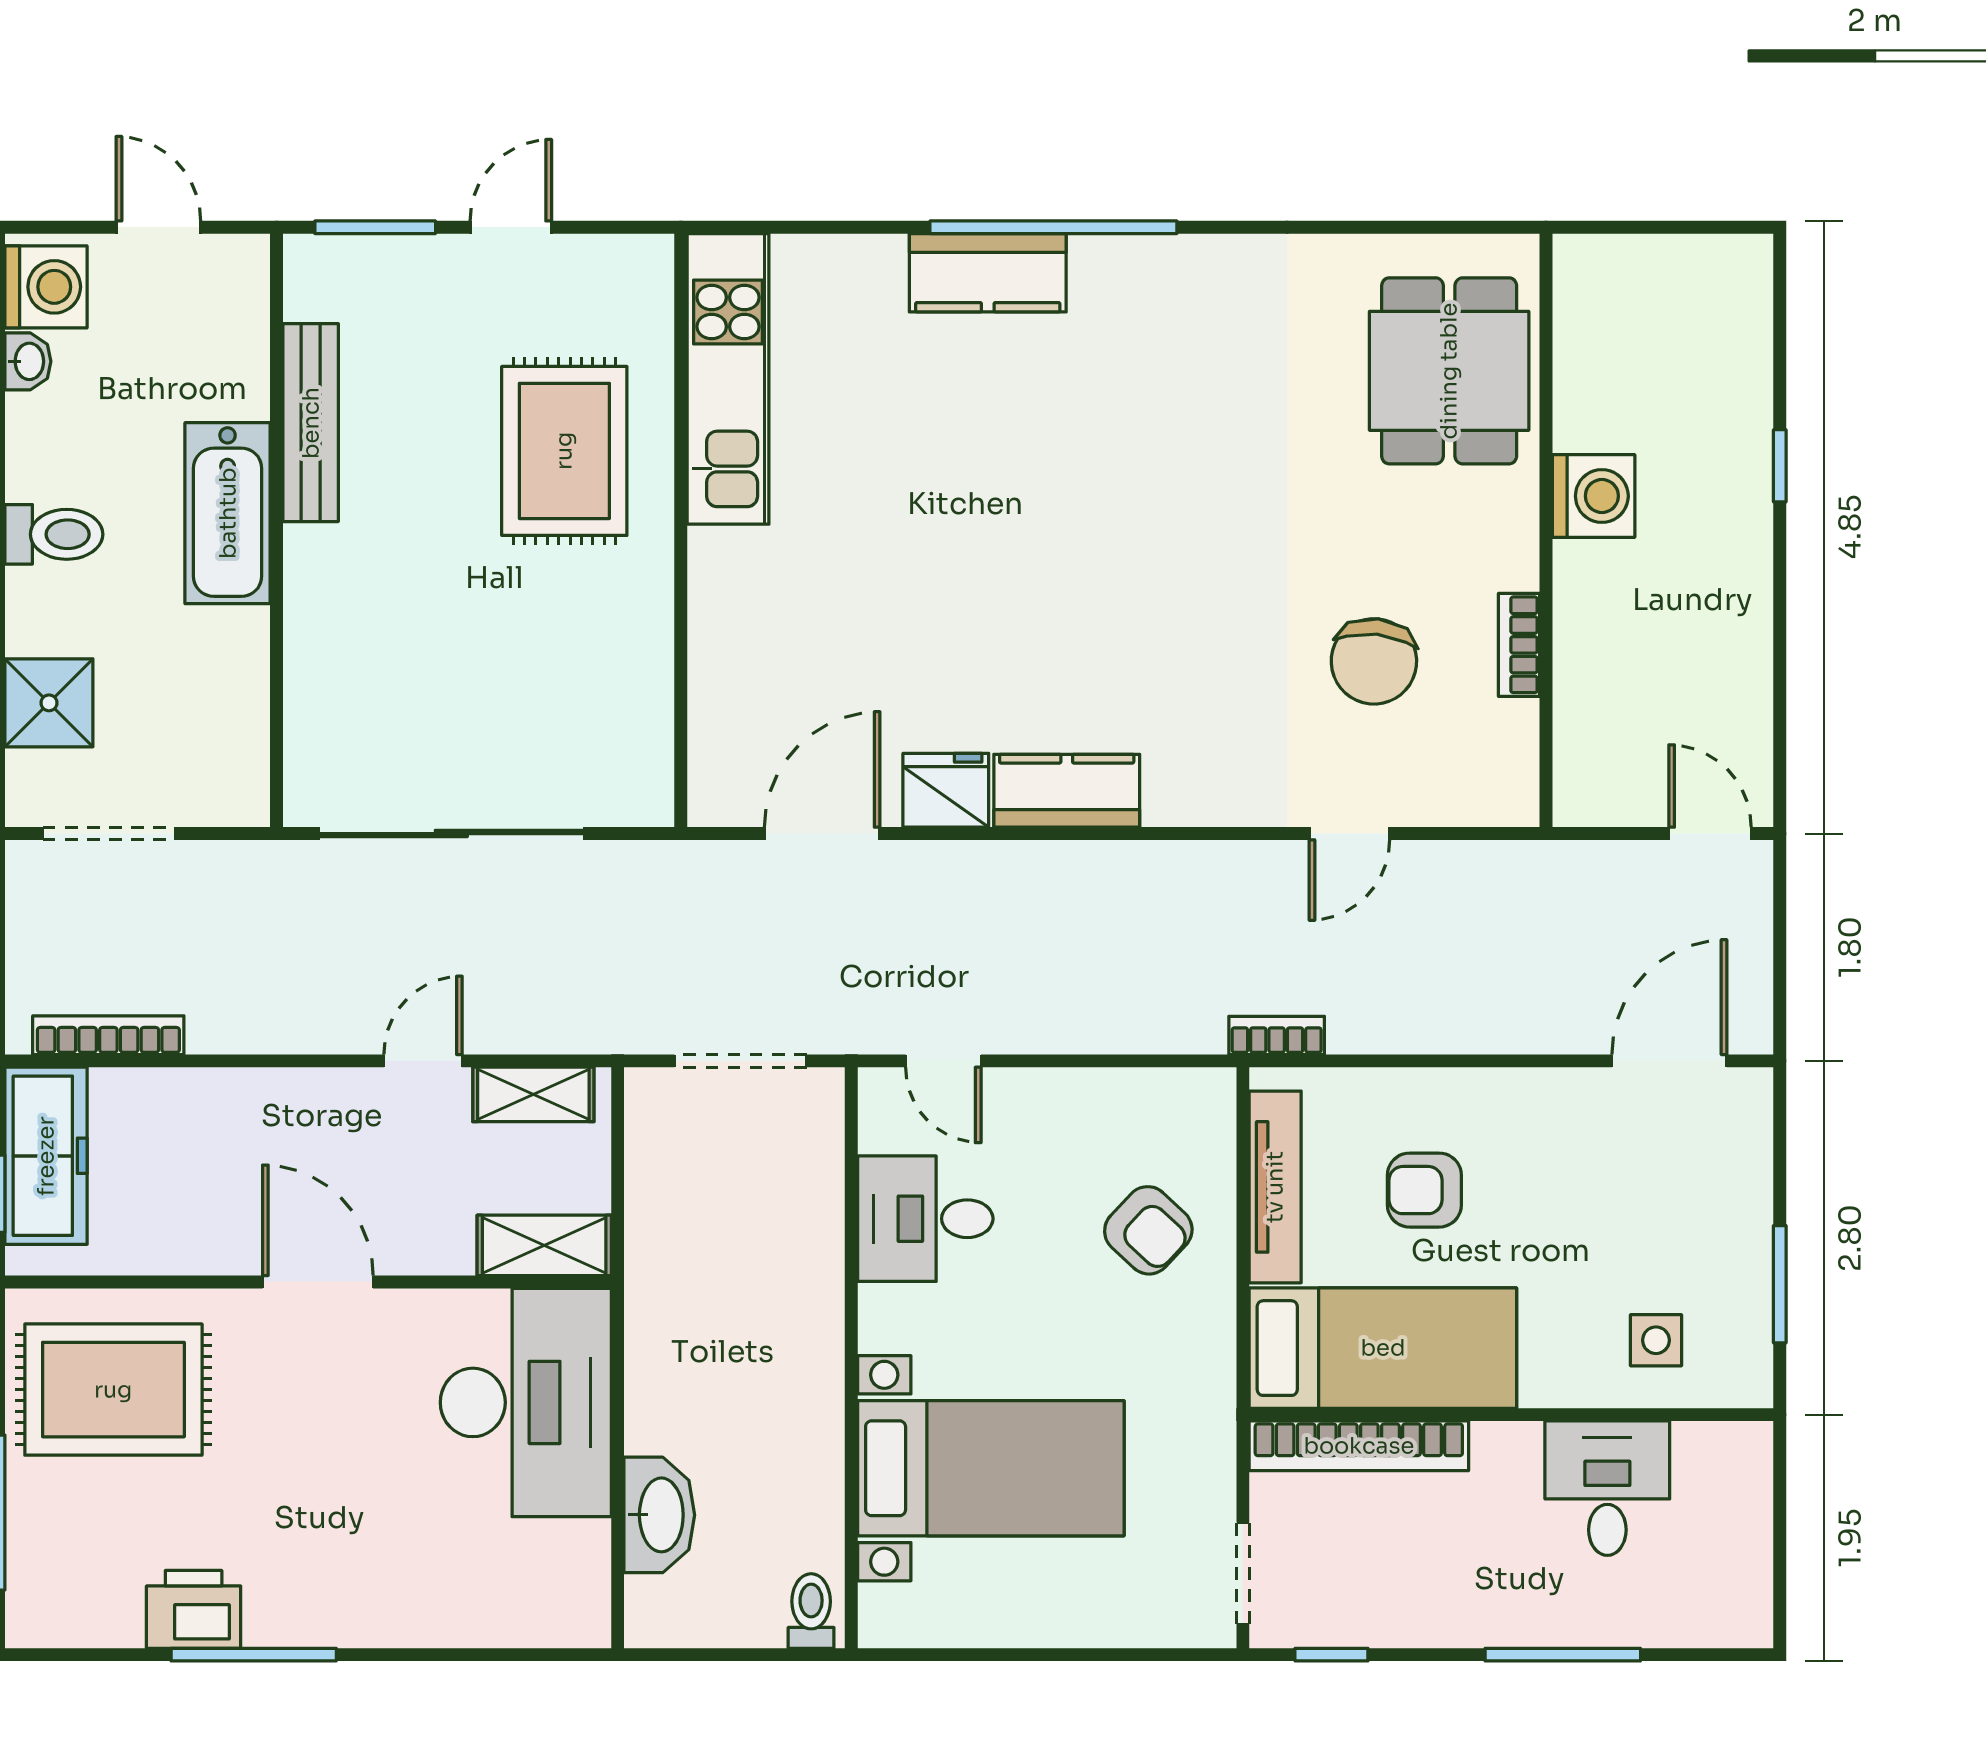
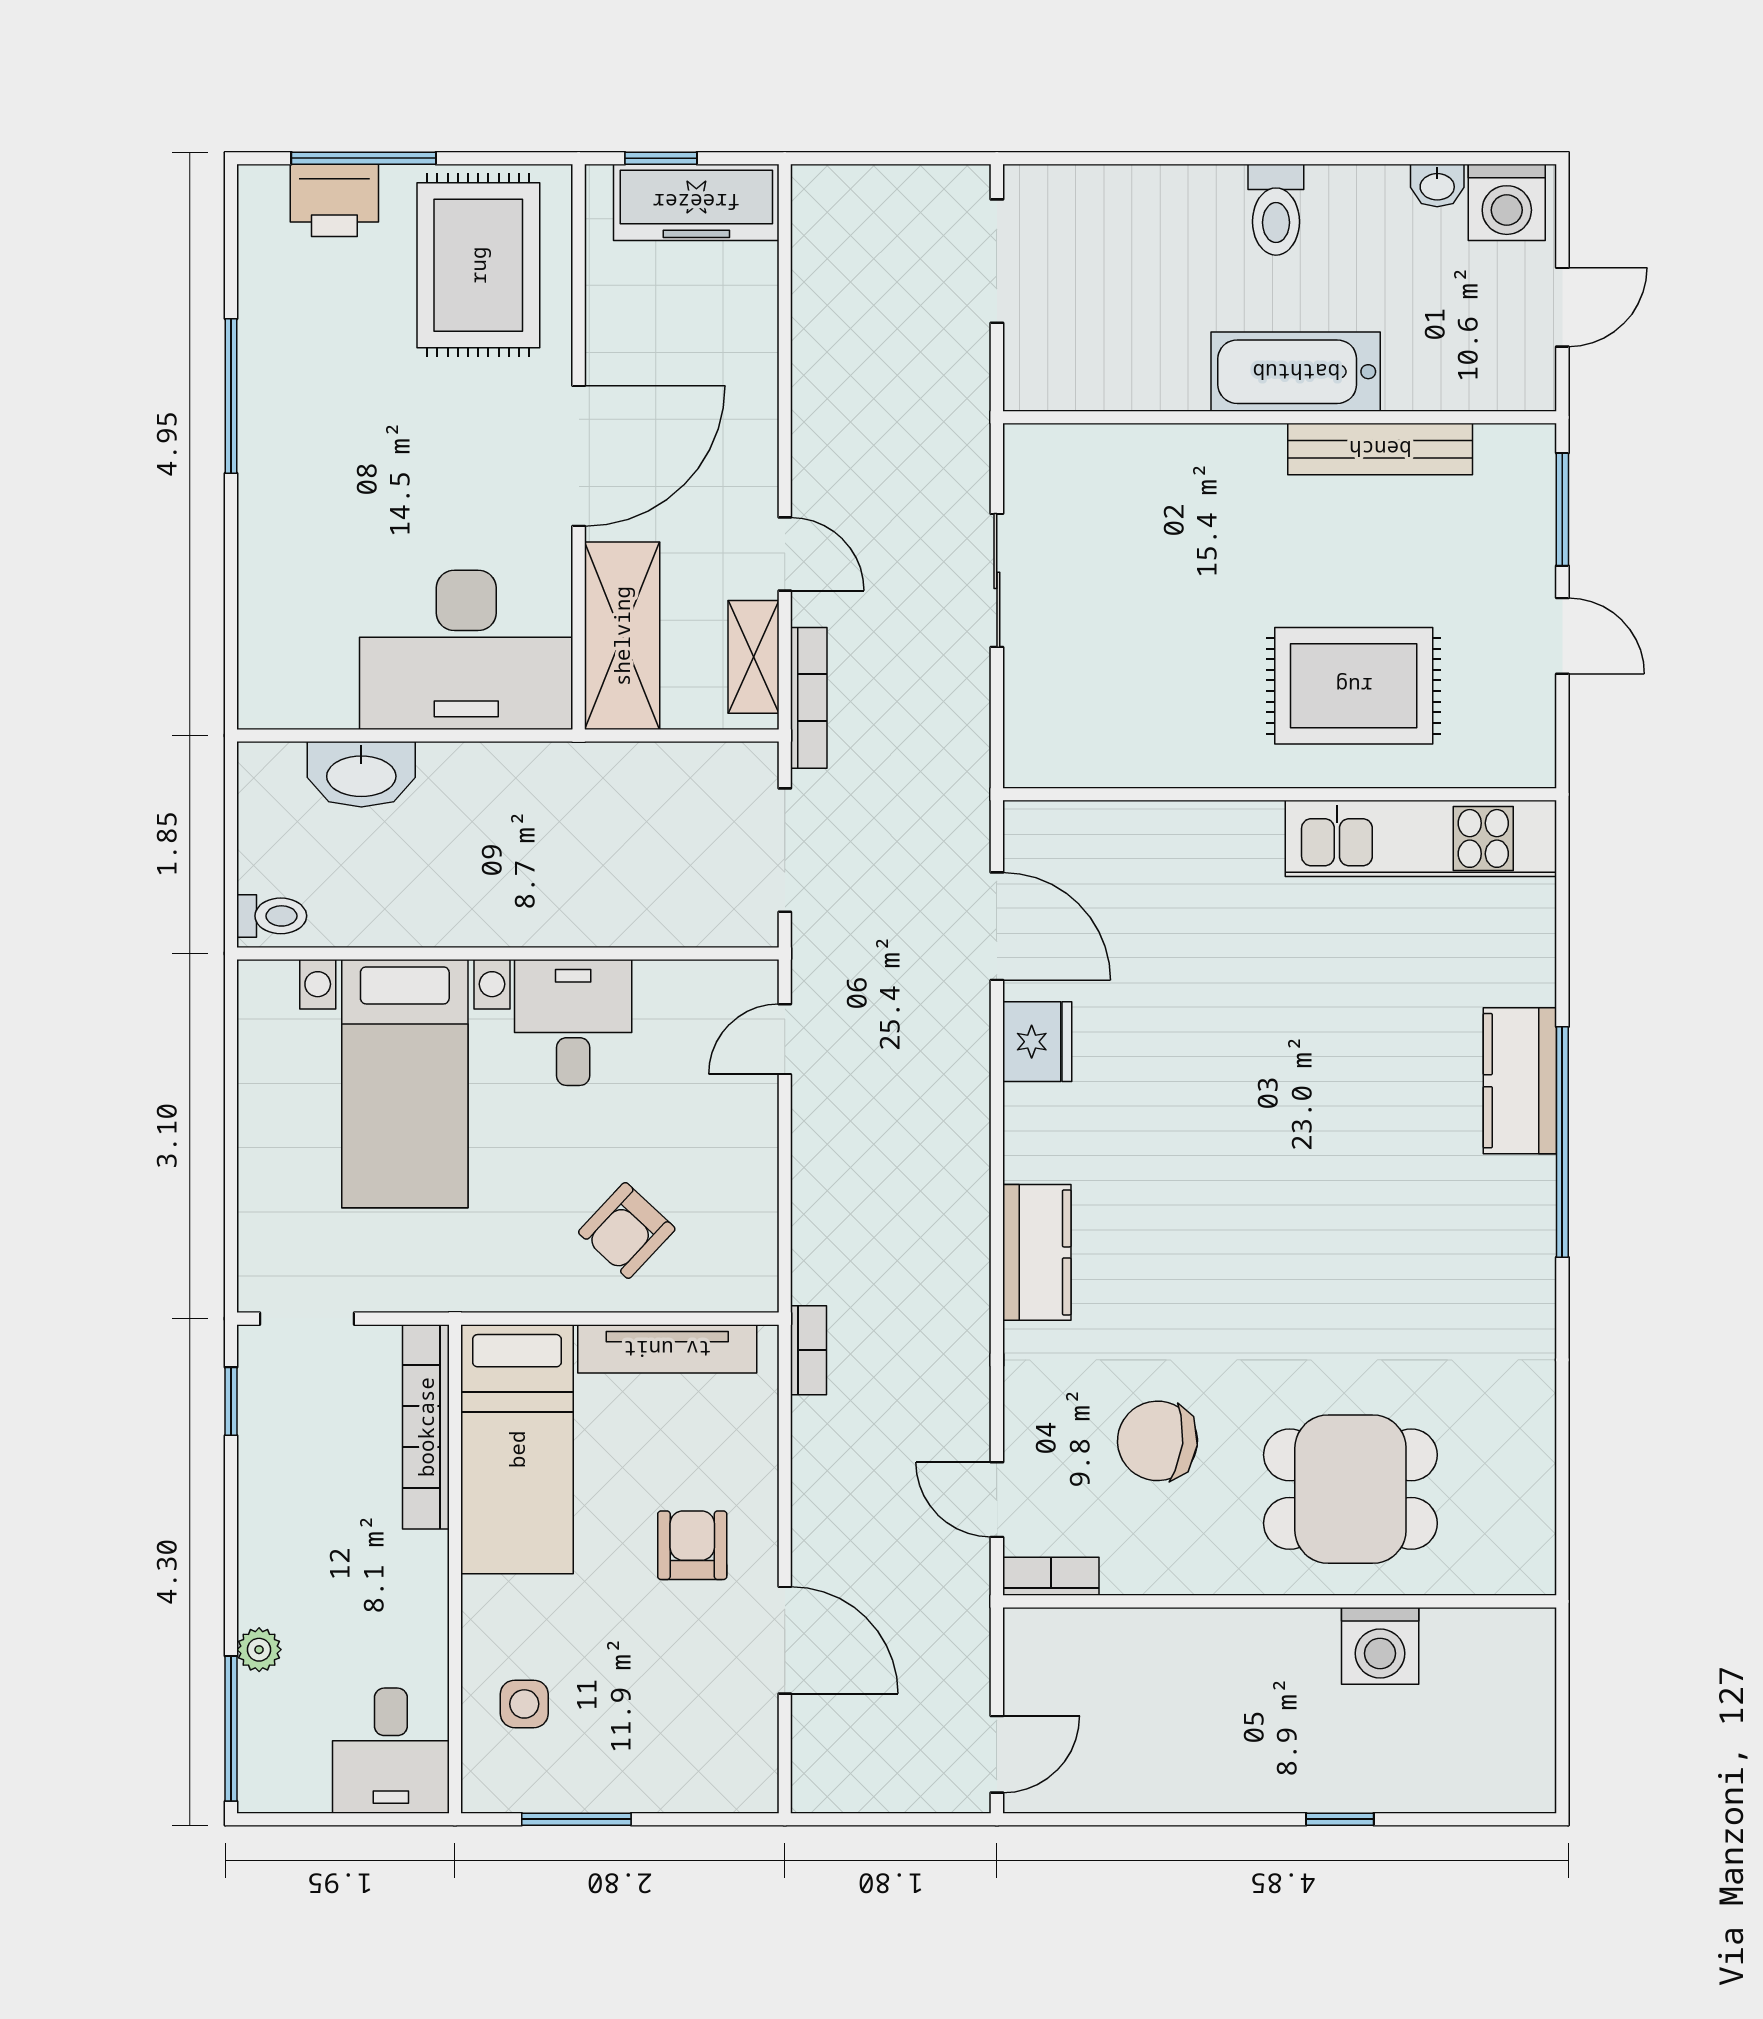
dining table: (1449, 371) -> (1350, 1489), moved
washing machine: (1594, 496) -> (1380, 1646), moved
bookcase: (1519, 645) -> (1051, 1576), moved
shower: (49, 703) -> (1119, 205), removed
kitchen counter: (1067, 791) -> (1037, 1252), moved
sliding door: (451, 834) -> (997, 580), width x0.54
door: (1349, 834) -> (997, 1500), moved
bookcase: (108, 1035) -> (809, 698), moved
door: (1669, 1061) -> (785, 1640), moved
armchair: (1424, 1190) -> (692, 1545), moved
desk: (925, 1219) -> (573, 1022), moved
shelving: (544, 1245) -> (622, 636), width x1.50, depth x1.33
door: (318, 1282) -> (579, 456), width x1.36
desk: (1607, 1488) -> (391, 1751), moved, turned 90
printer: (194, 1609) -> (334, 200), moved, turned 90
plant: (1598, 1625) -> (259, 1650), added
window: (1563, 1655) -> (231, 1729), moved

